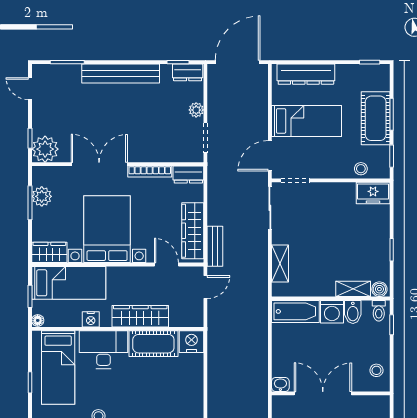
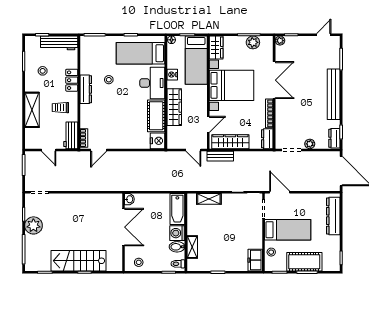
bed: (307, 121) -> (288, 230), moved, turned -90
plant: (45, 149) -> (280, 41), width x0.53, depth x0.53
boiler: (379, 289) -> (192, 264), removed

